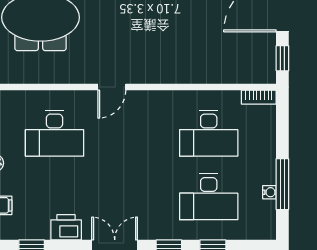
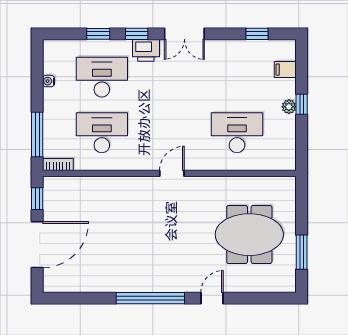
door: (112, 87) -> (172, 173), moved
window: (282, 184) -> (37, 135), moved
printer: (66, 227) -> (146, 50), moved

